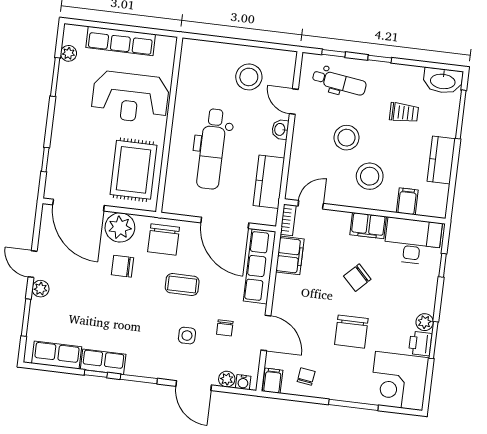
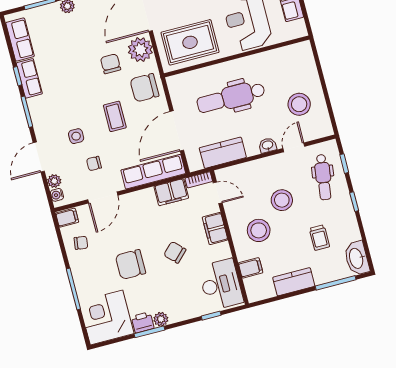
filing cabinet: (368, 226) -> (215, 229), moved

